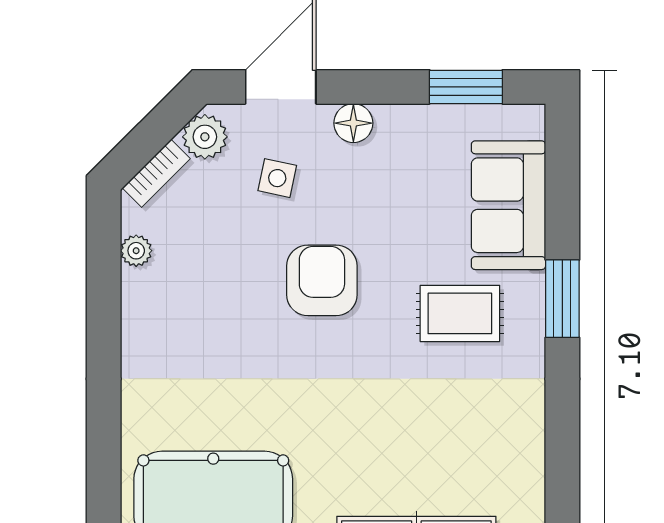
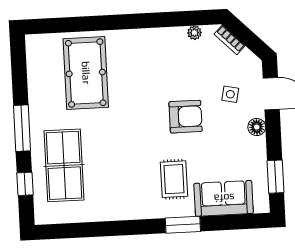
plant: (205, 137) -> (247, 61), removed

